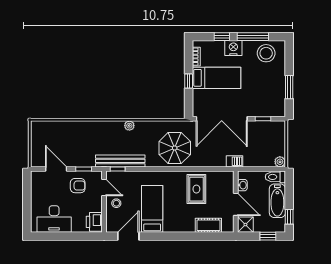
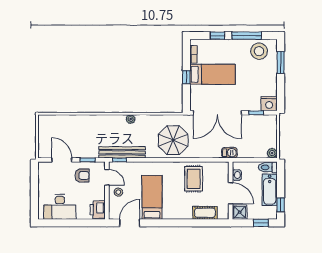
nightstand: (233, 48) -> (269, 104), moved, turned 180
window: (289, 87) -> (281, 62), moved

